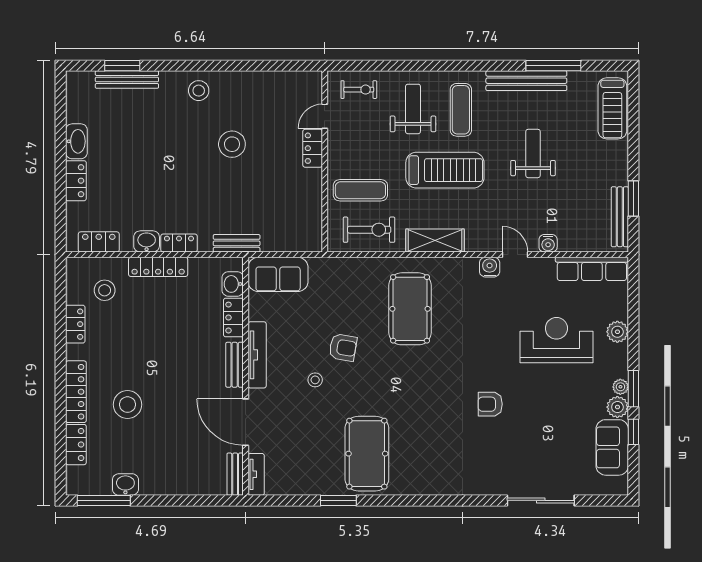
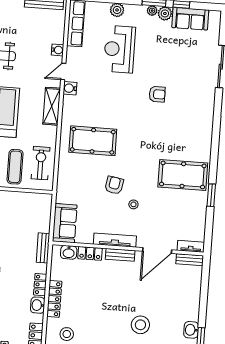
shelving: (435, 241) -> (52, 106), moved
armchair: (490, 404) -> (157, 94), turned -90

